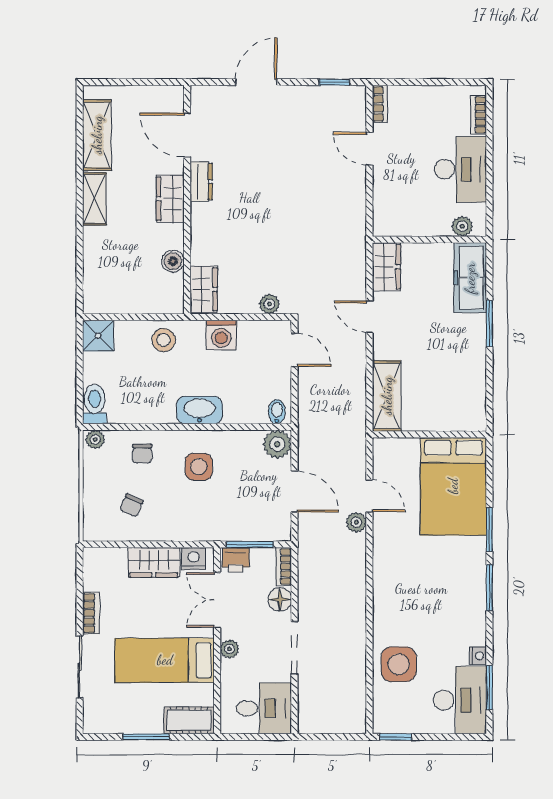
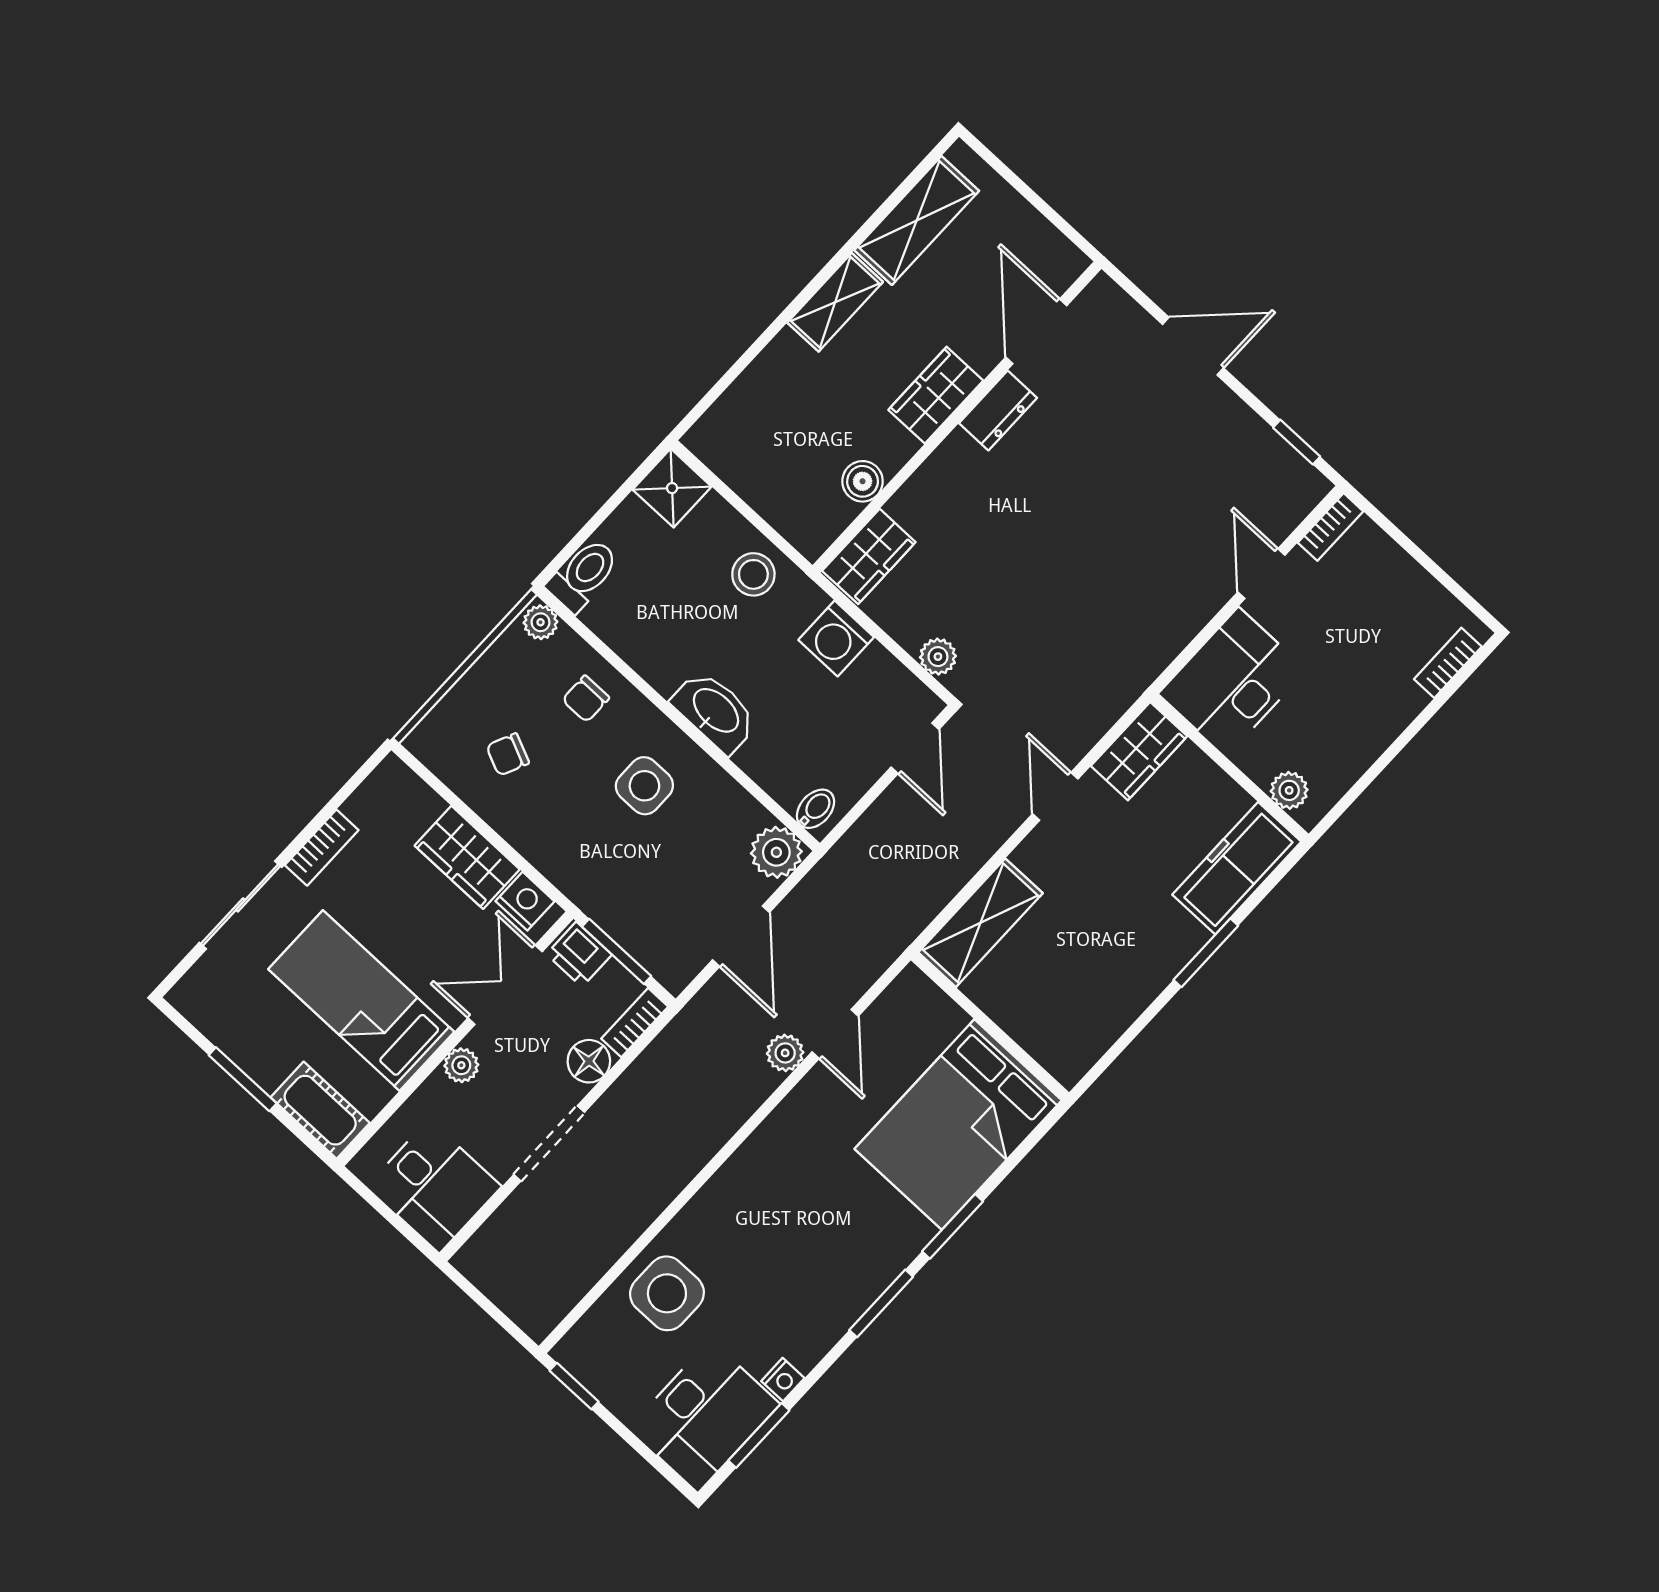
desk: (461, 169) -> (1232, 682), moved, turned 180

